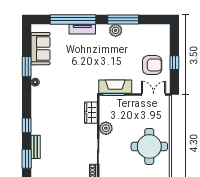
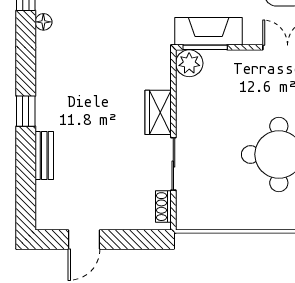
wardrobe: (91, 113) -> (158, 112), moved
plant: (106, 128) -> (189, 63), moved
window: (27, 159) -> (26, 180), removed

